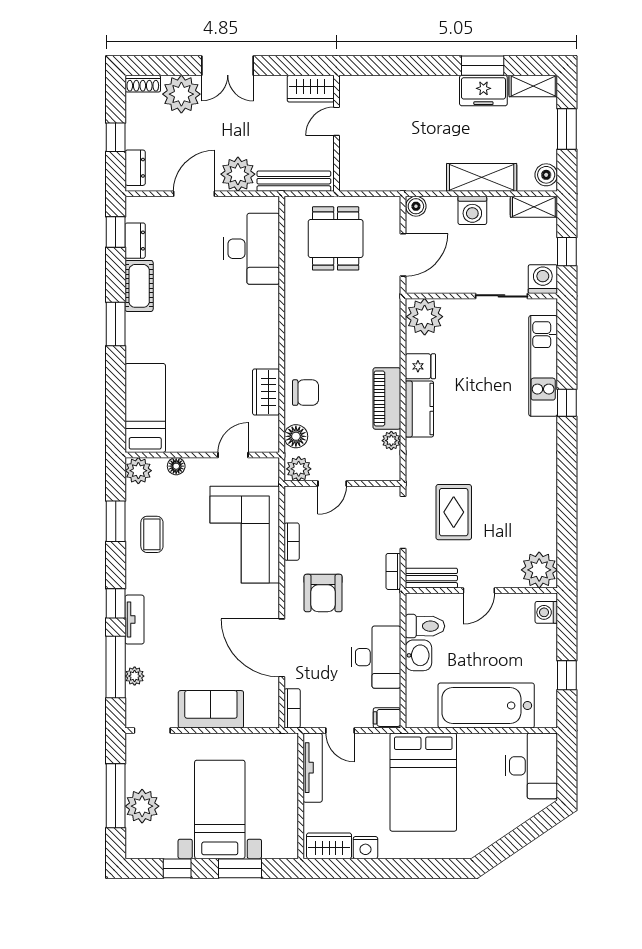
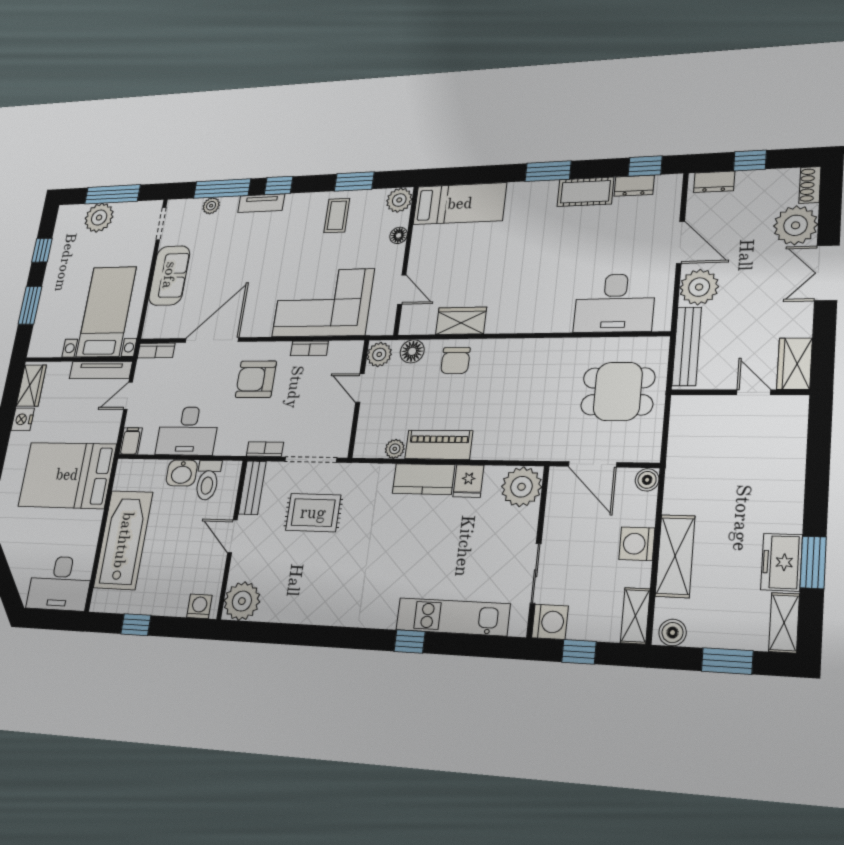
coffee table: (152, 534) -> (337, 215), turned 90
bed with nightstands: (220, 809) -> (106, 312), moved, turned -90

